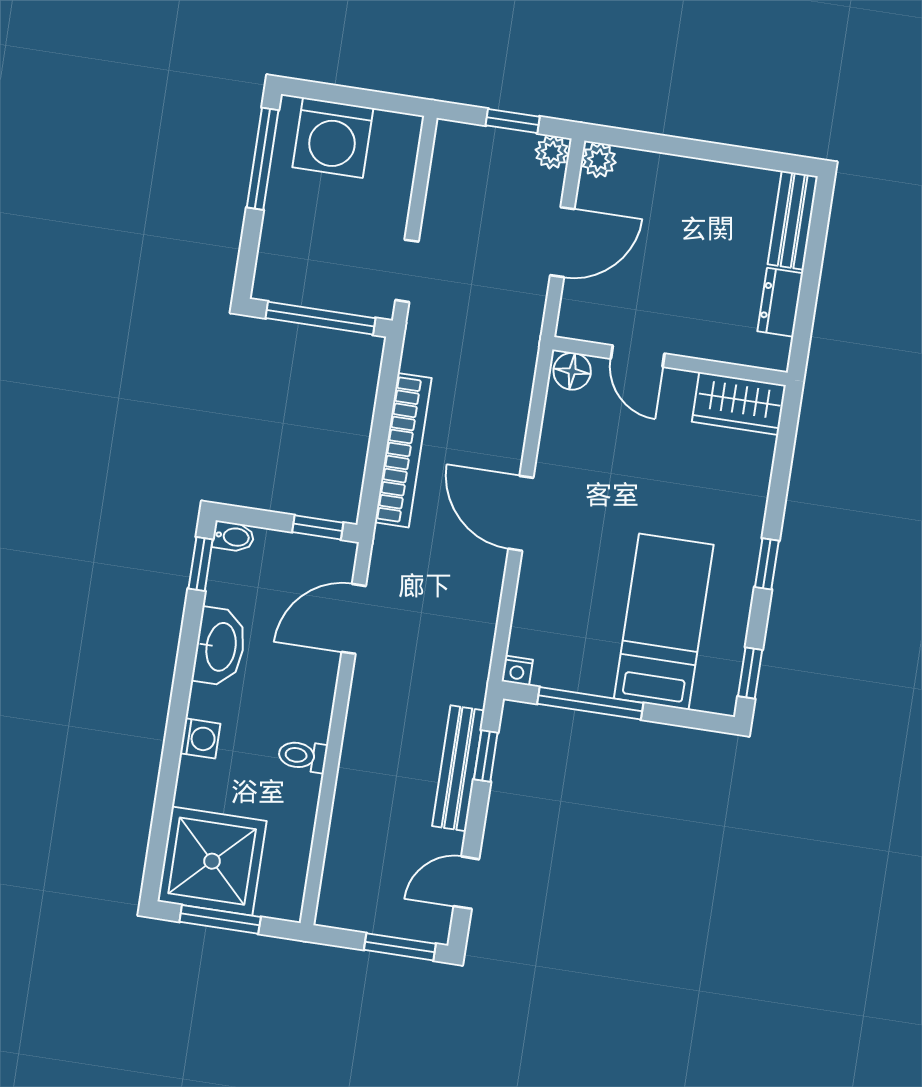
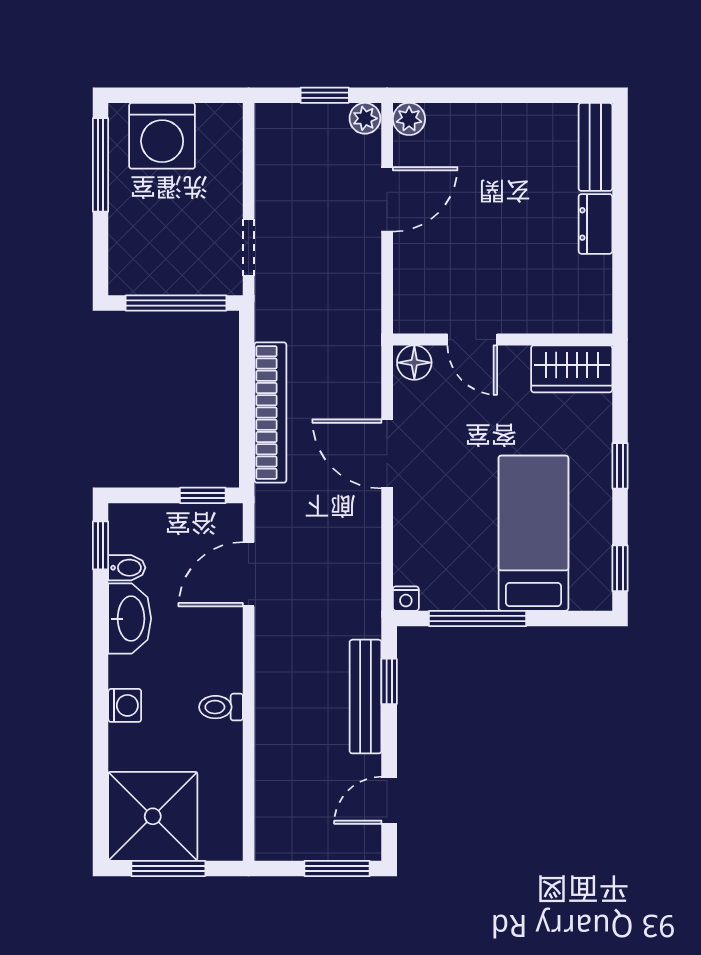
door: (638, 356) -> (472, 340), moved
wall: (670, 361) -> (503, 340), moved
floor lamp: (572, 371) -> (414, 363), moved
wardrobe: (739, 404) -> (572, 369), moved
bidet: (233, 537) -> (127, 568), moved

